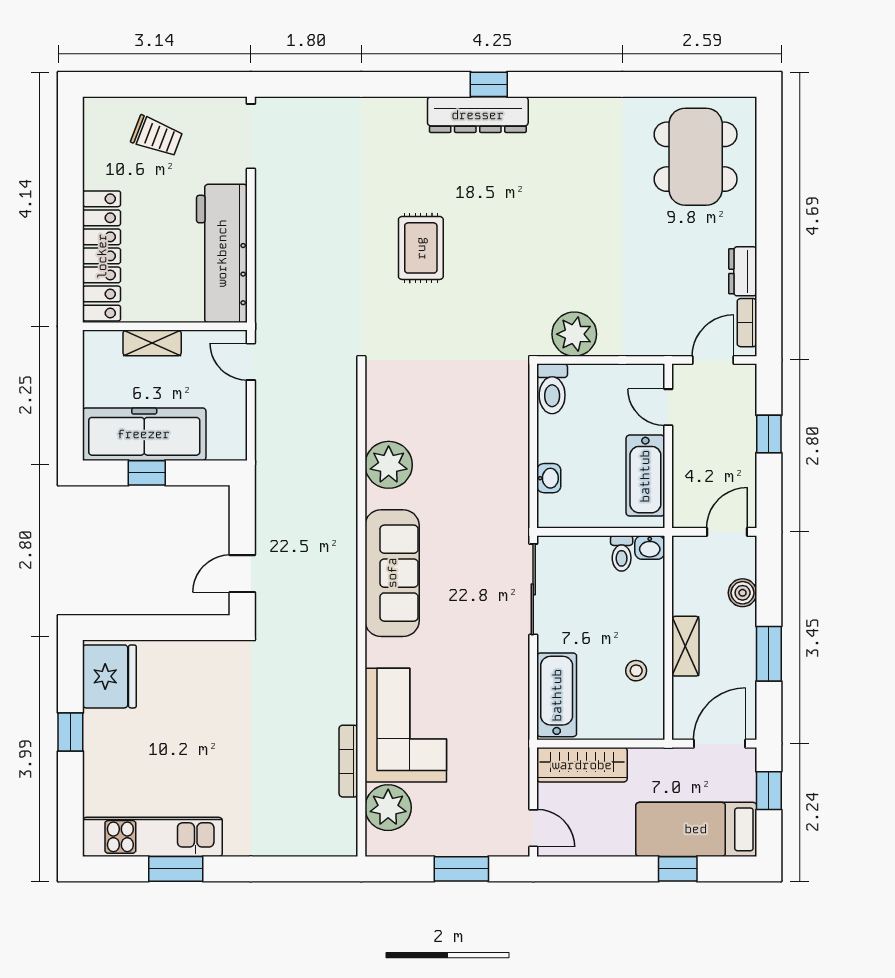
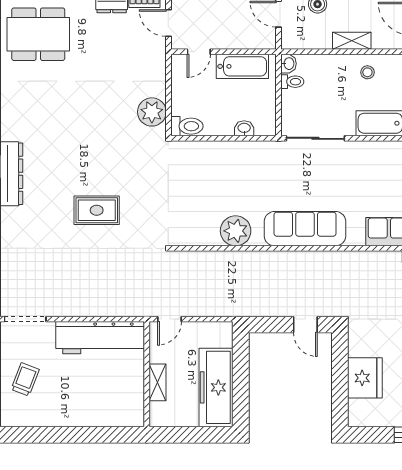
locker: (102, 256) -> (102, 415), removed
window: (147, 473) -> (241, 386), removed
fridge: (109, 676) -> (365, 378), moved, turned 90

